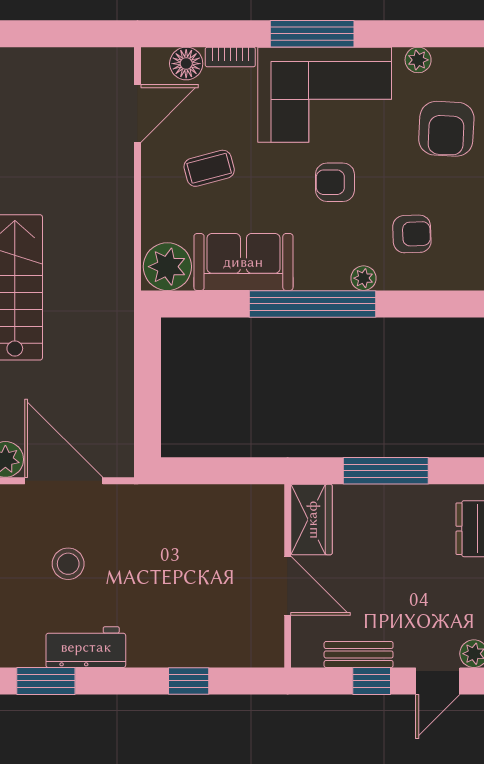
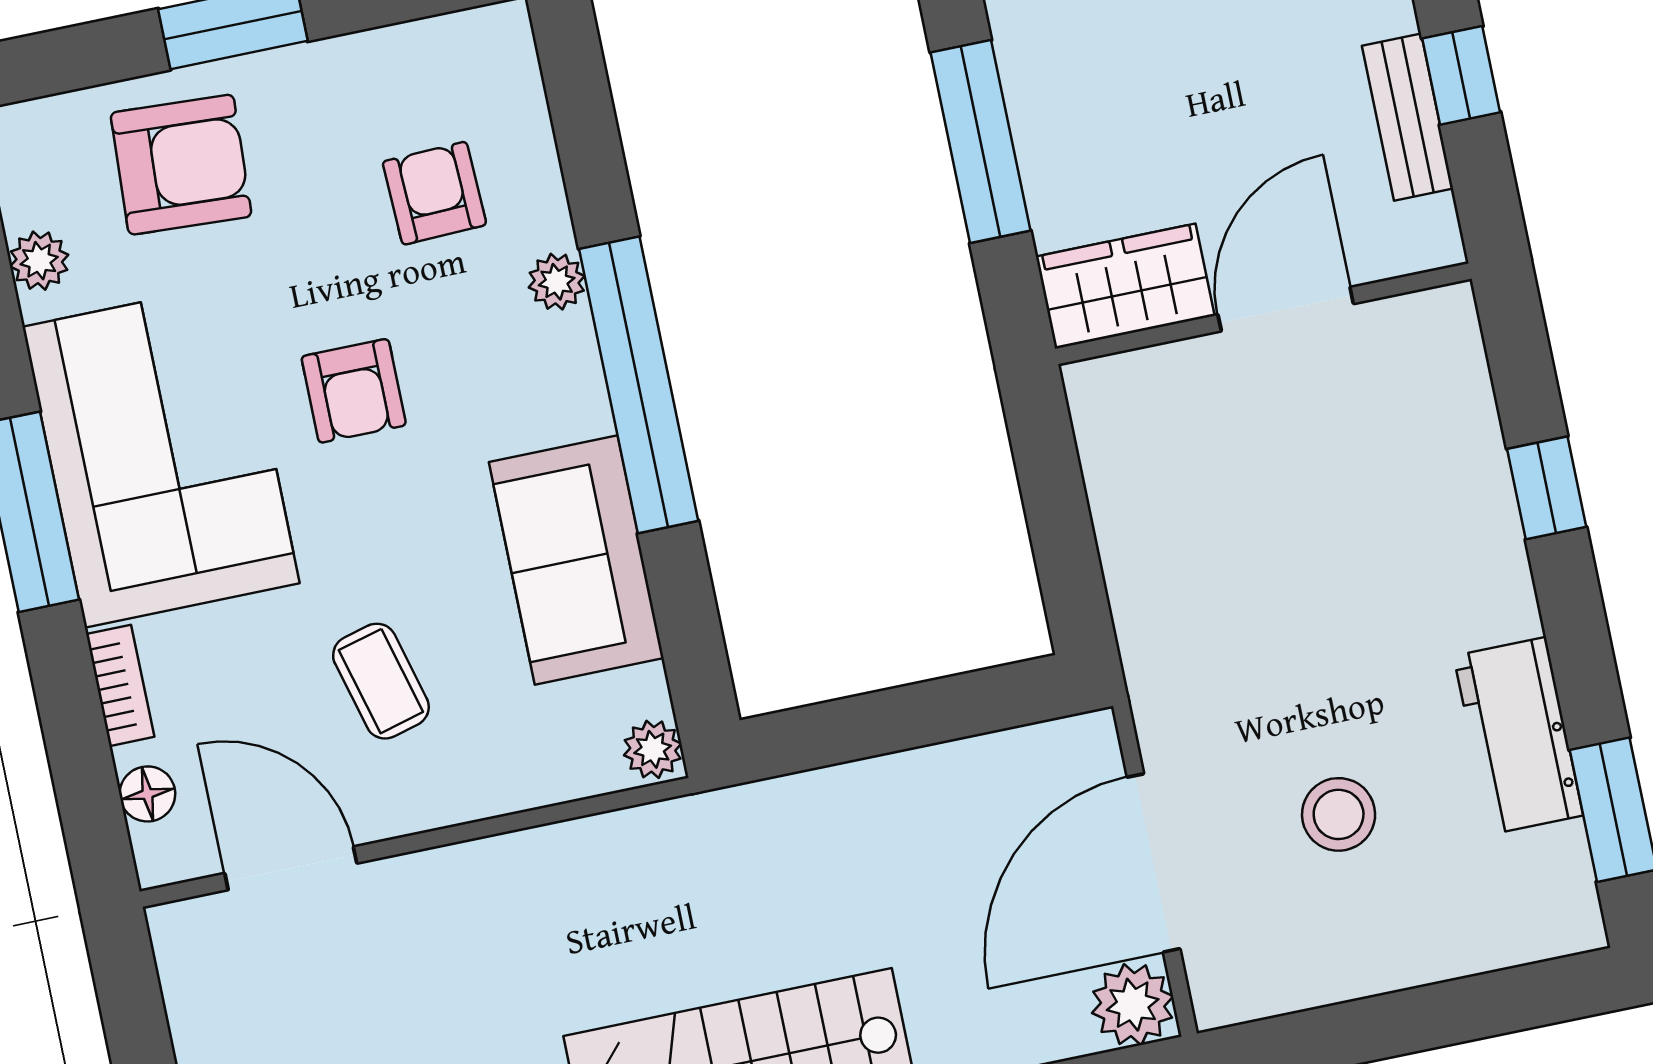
floor lamp: (186, 64) -> (147, 794), width x0.73, depth x0.73
plant: (167, 267) -> (653, 749), width x0.53, depth x0.53

